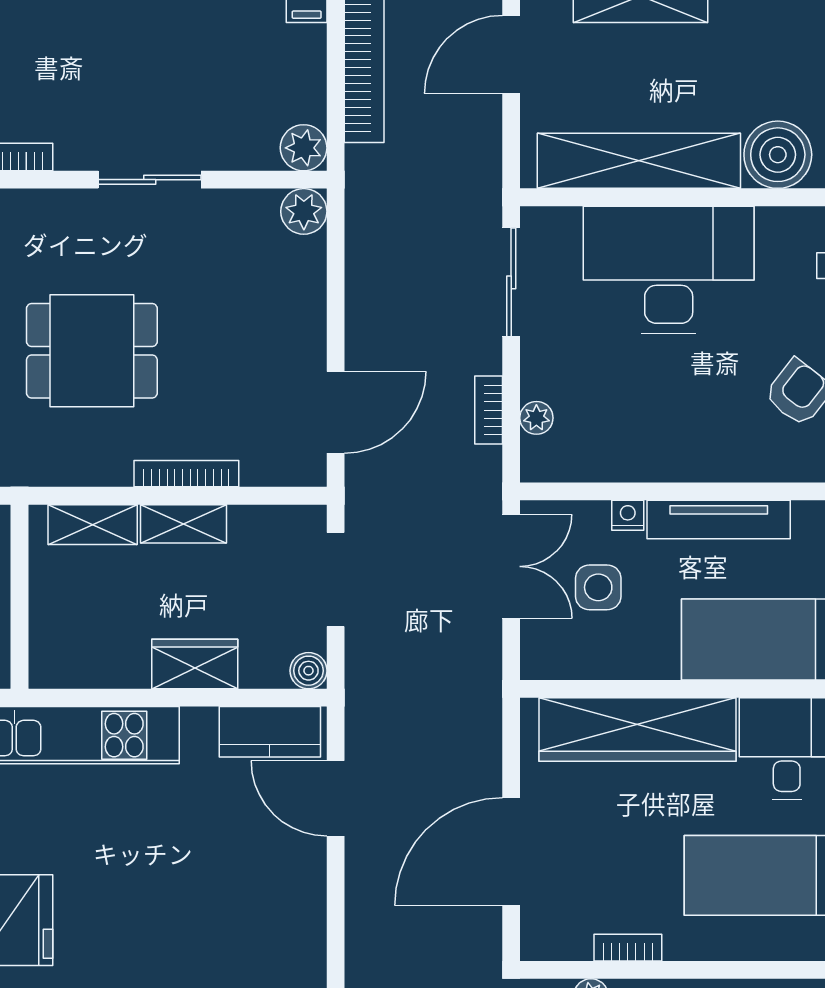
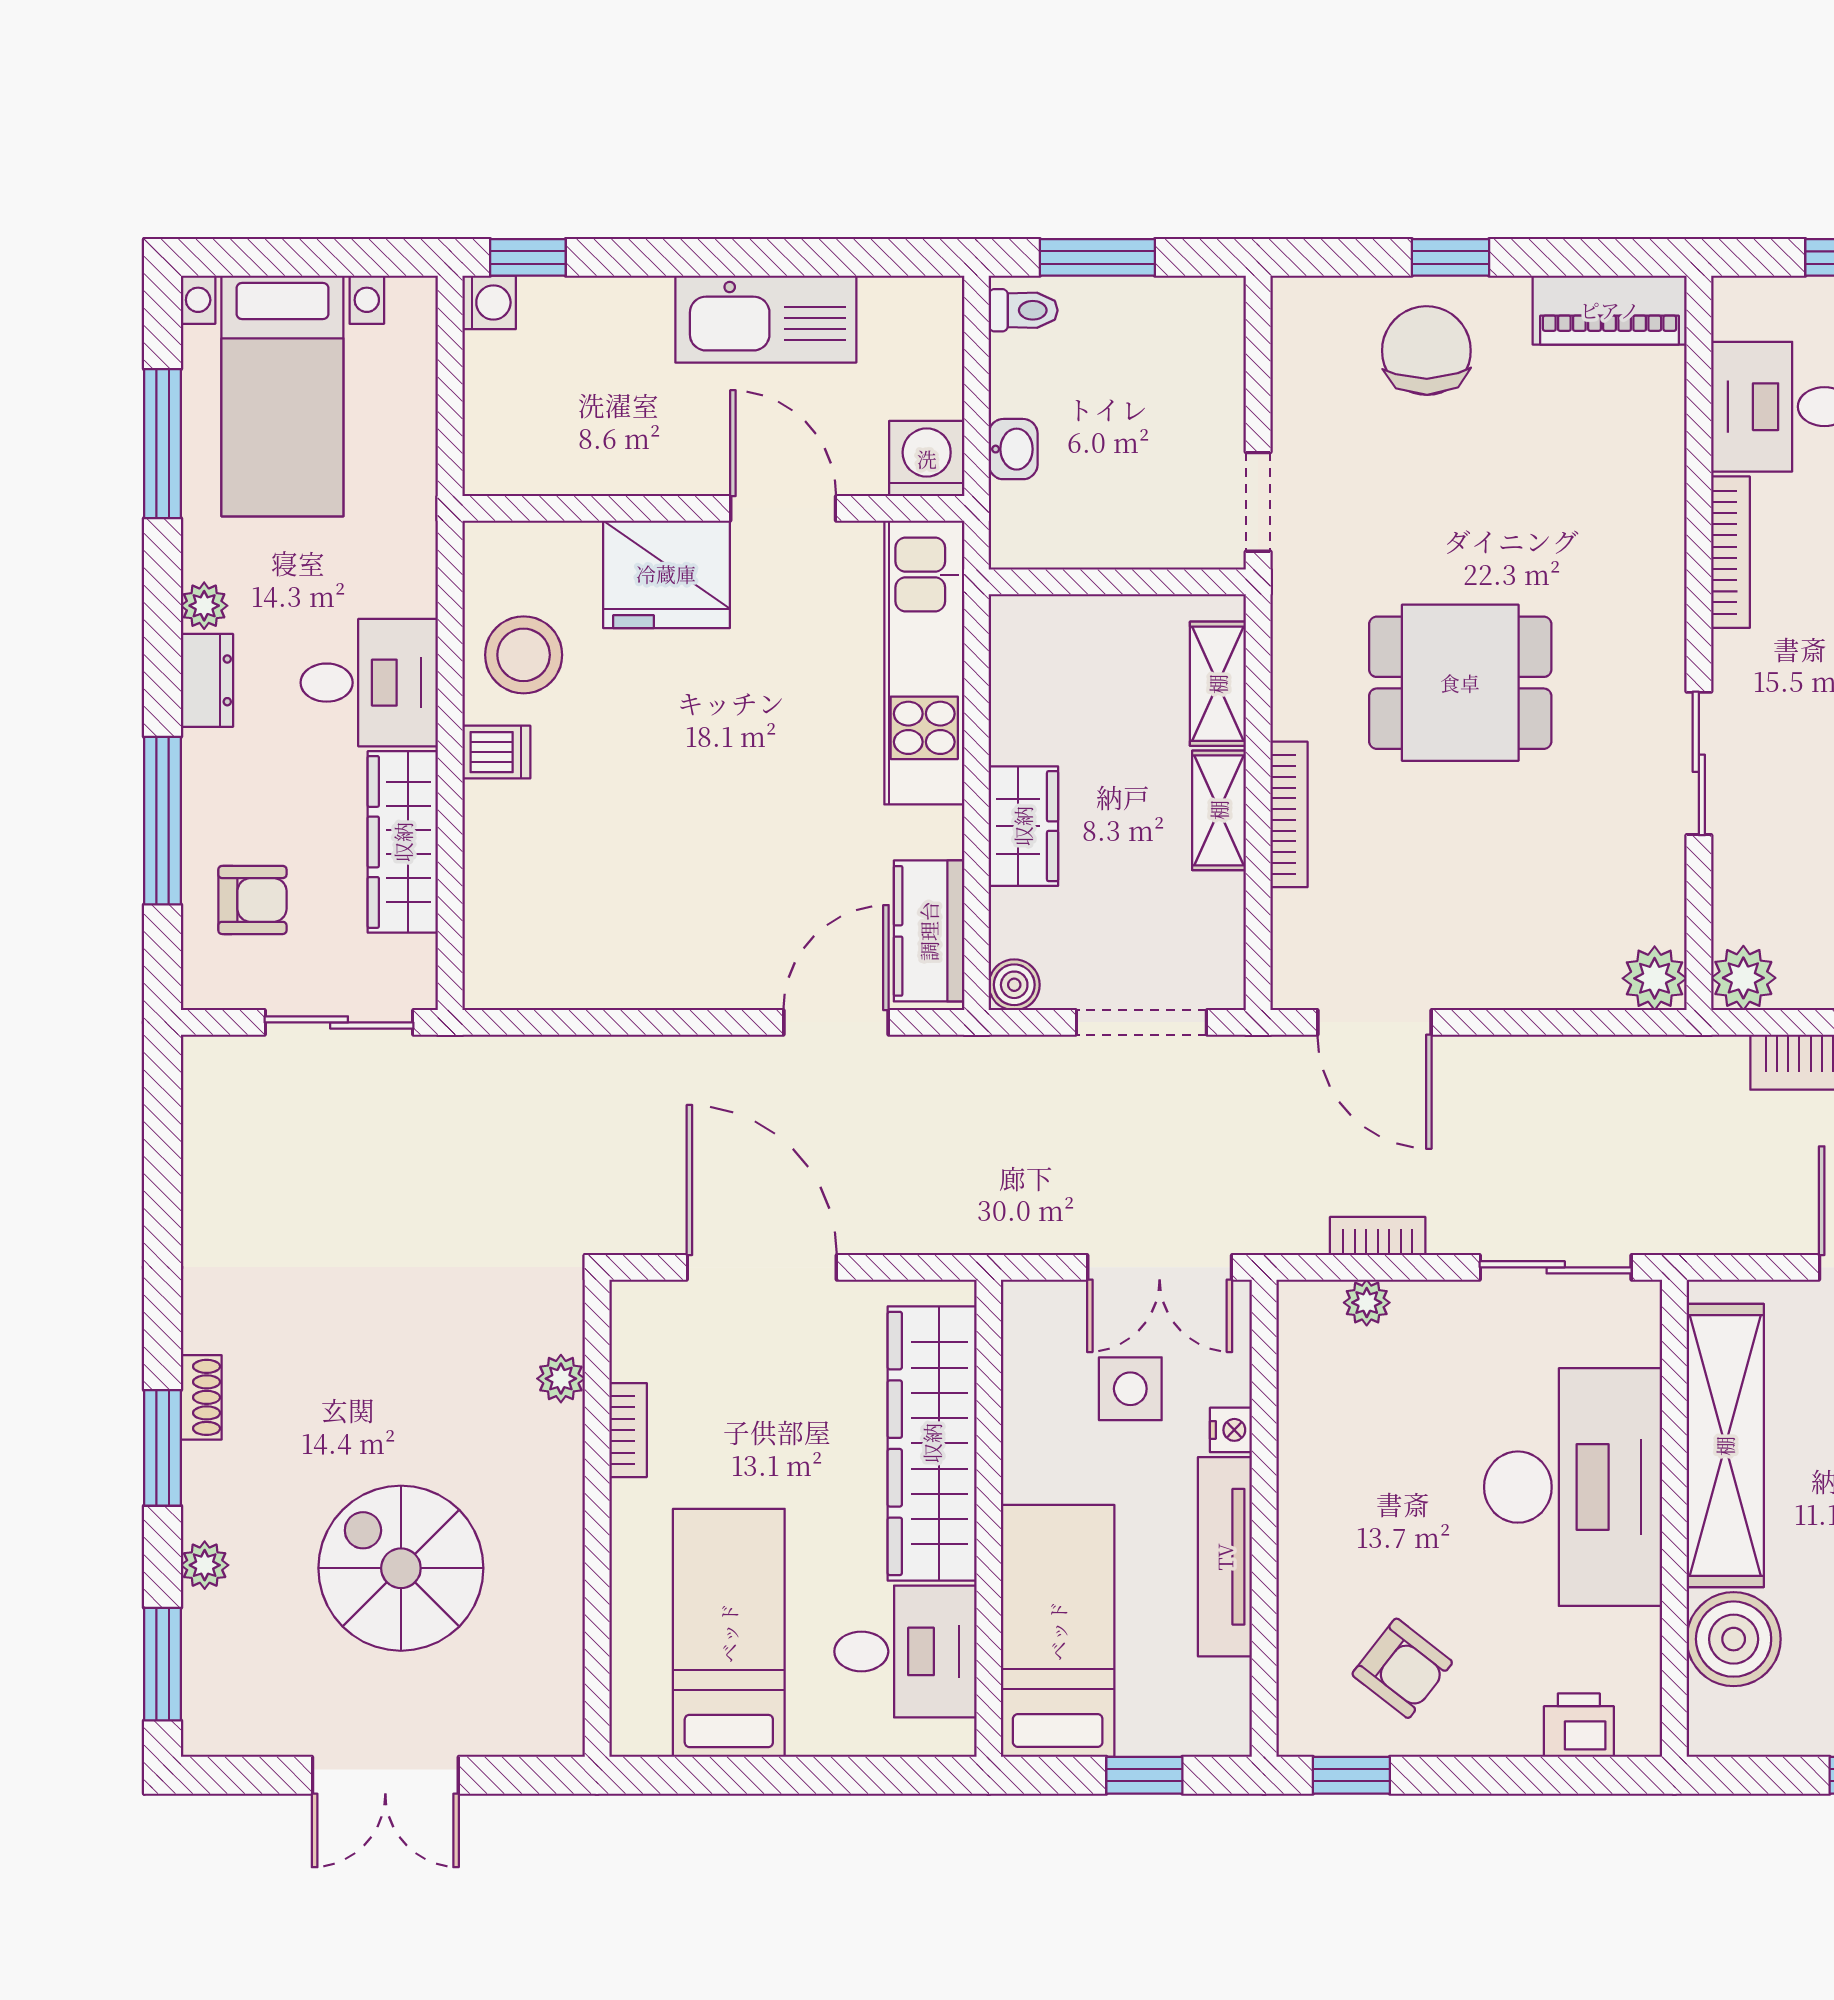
dining table: (92, 351) -> (1460, 683), turned 90

